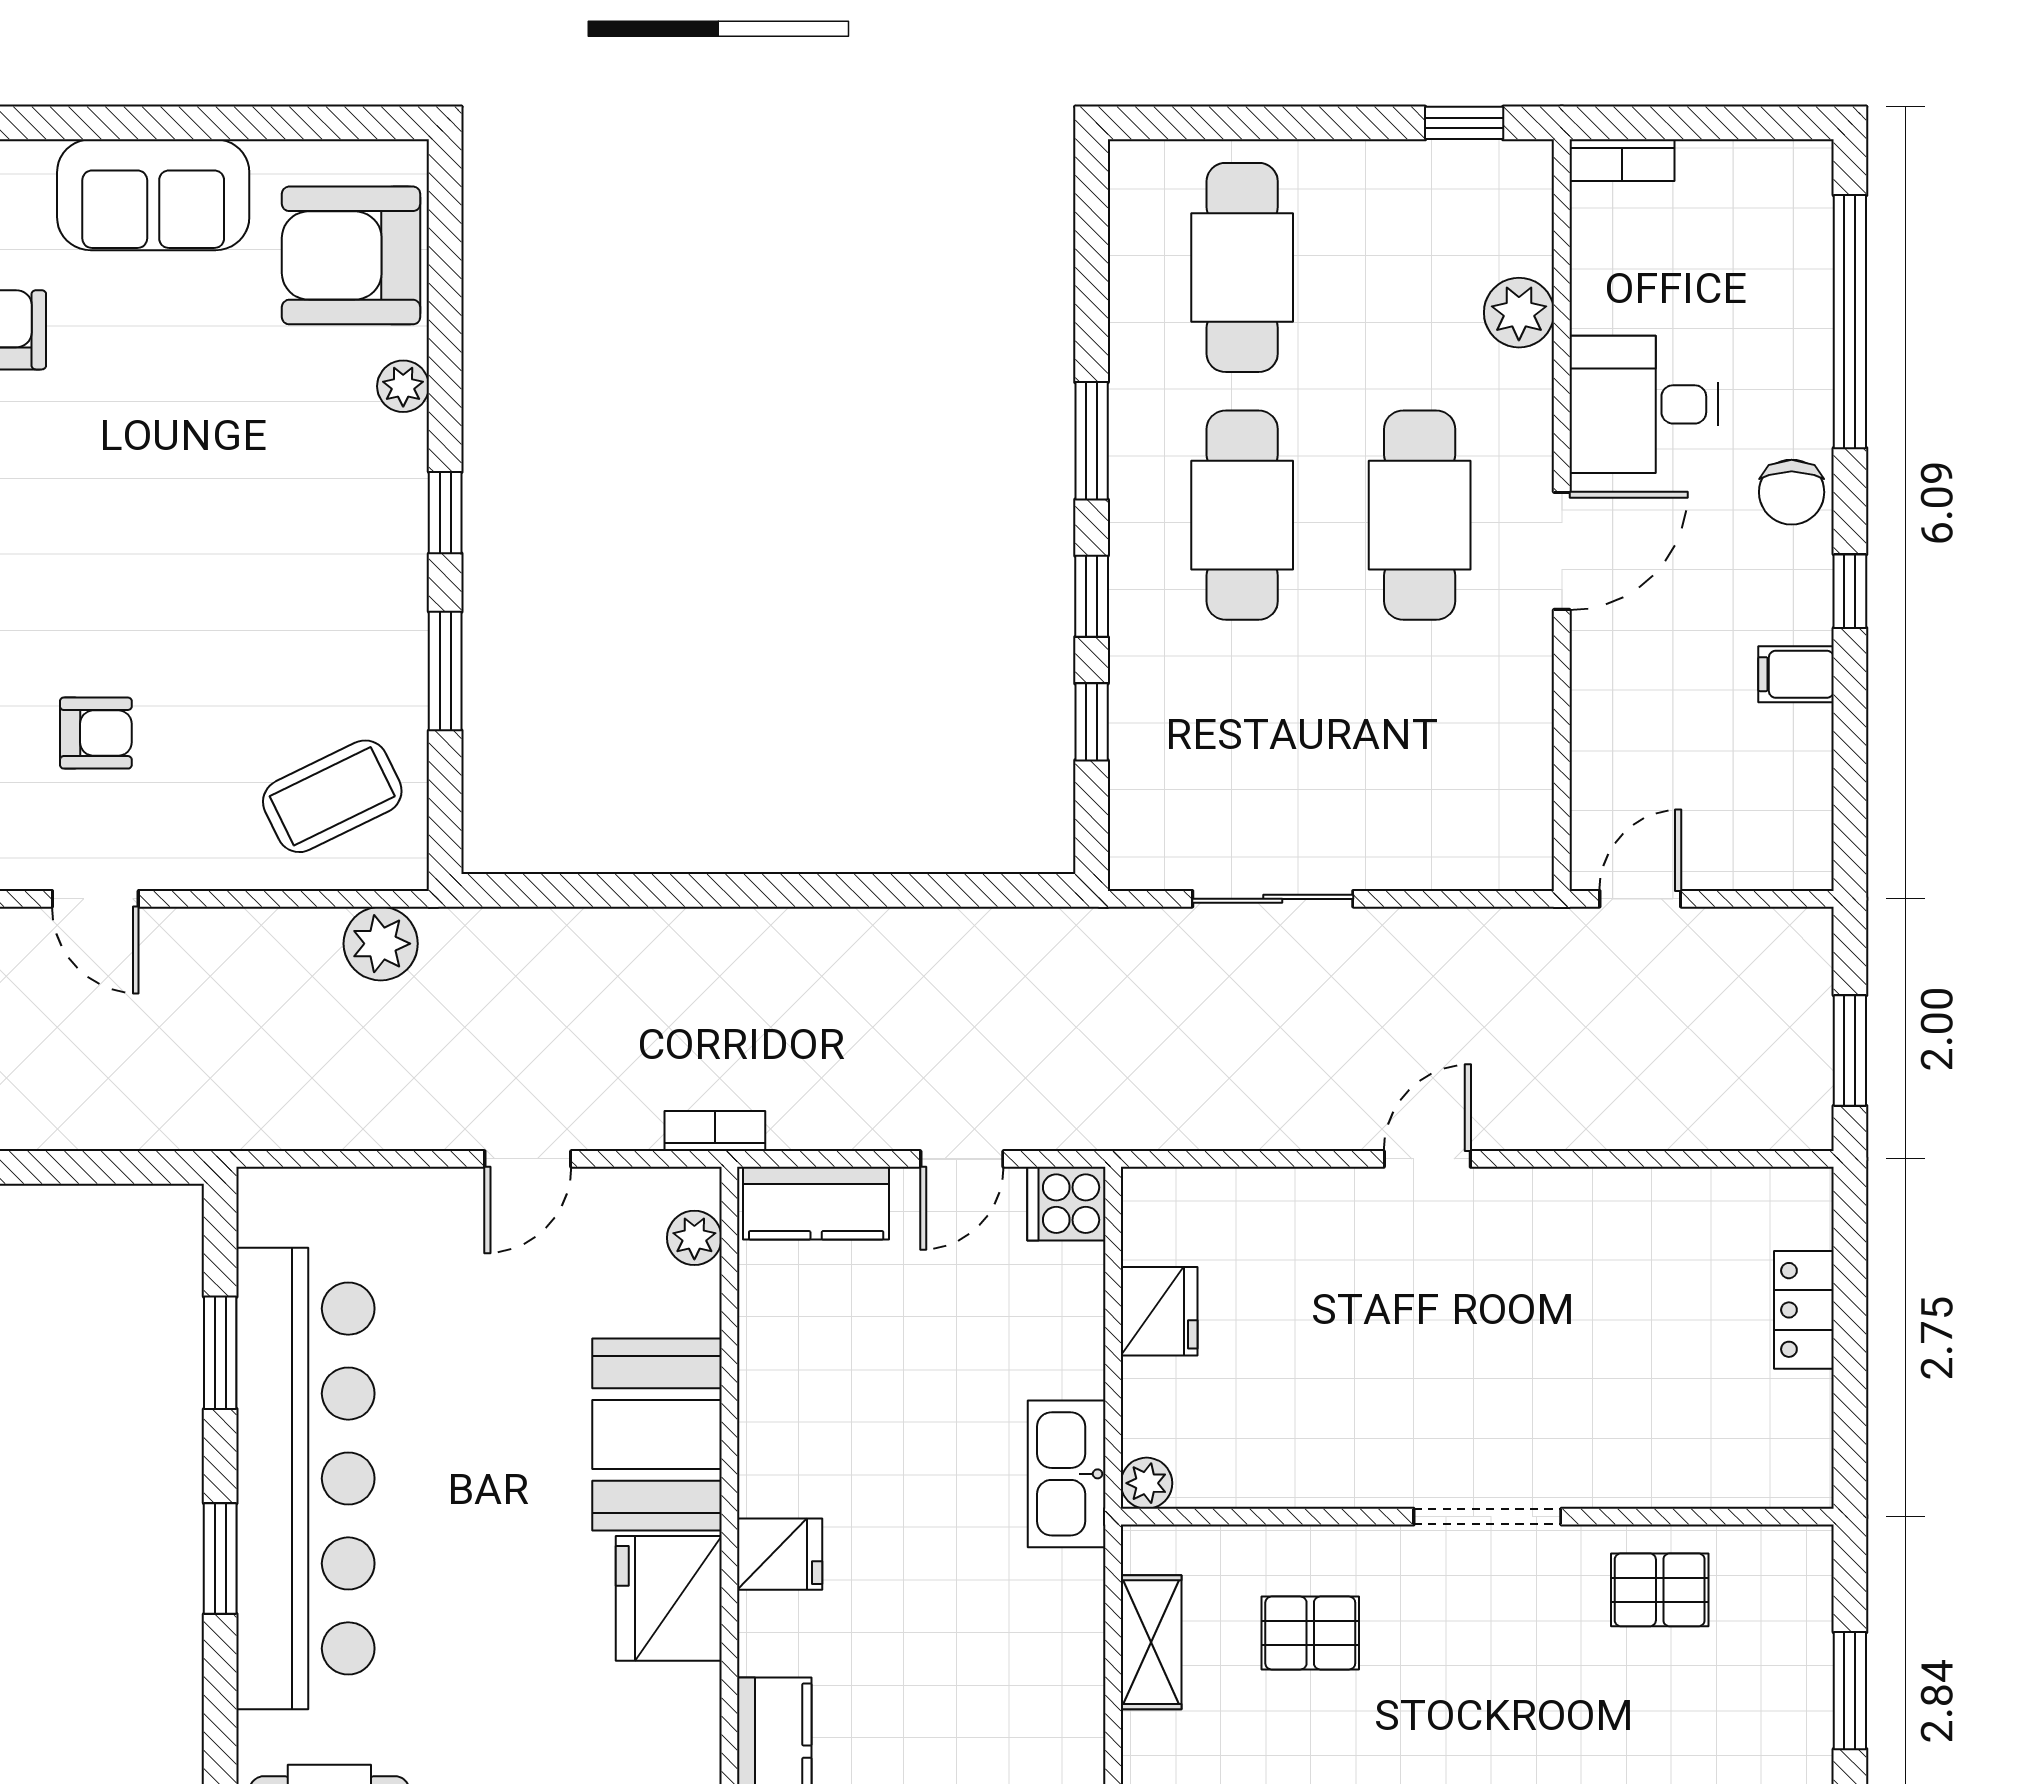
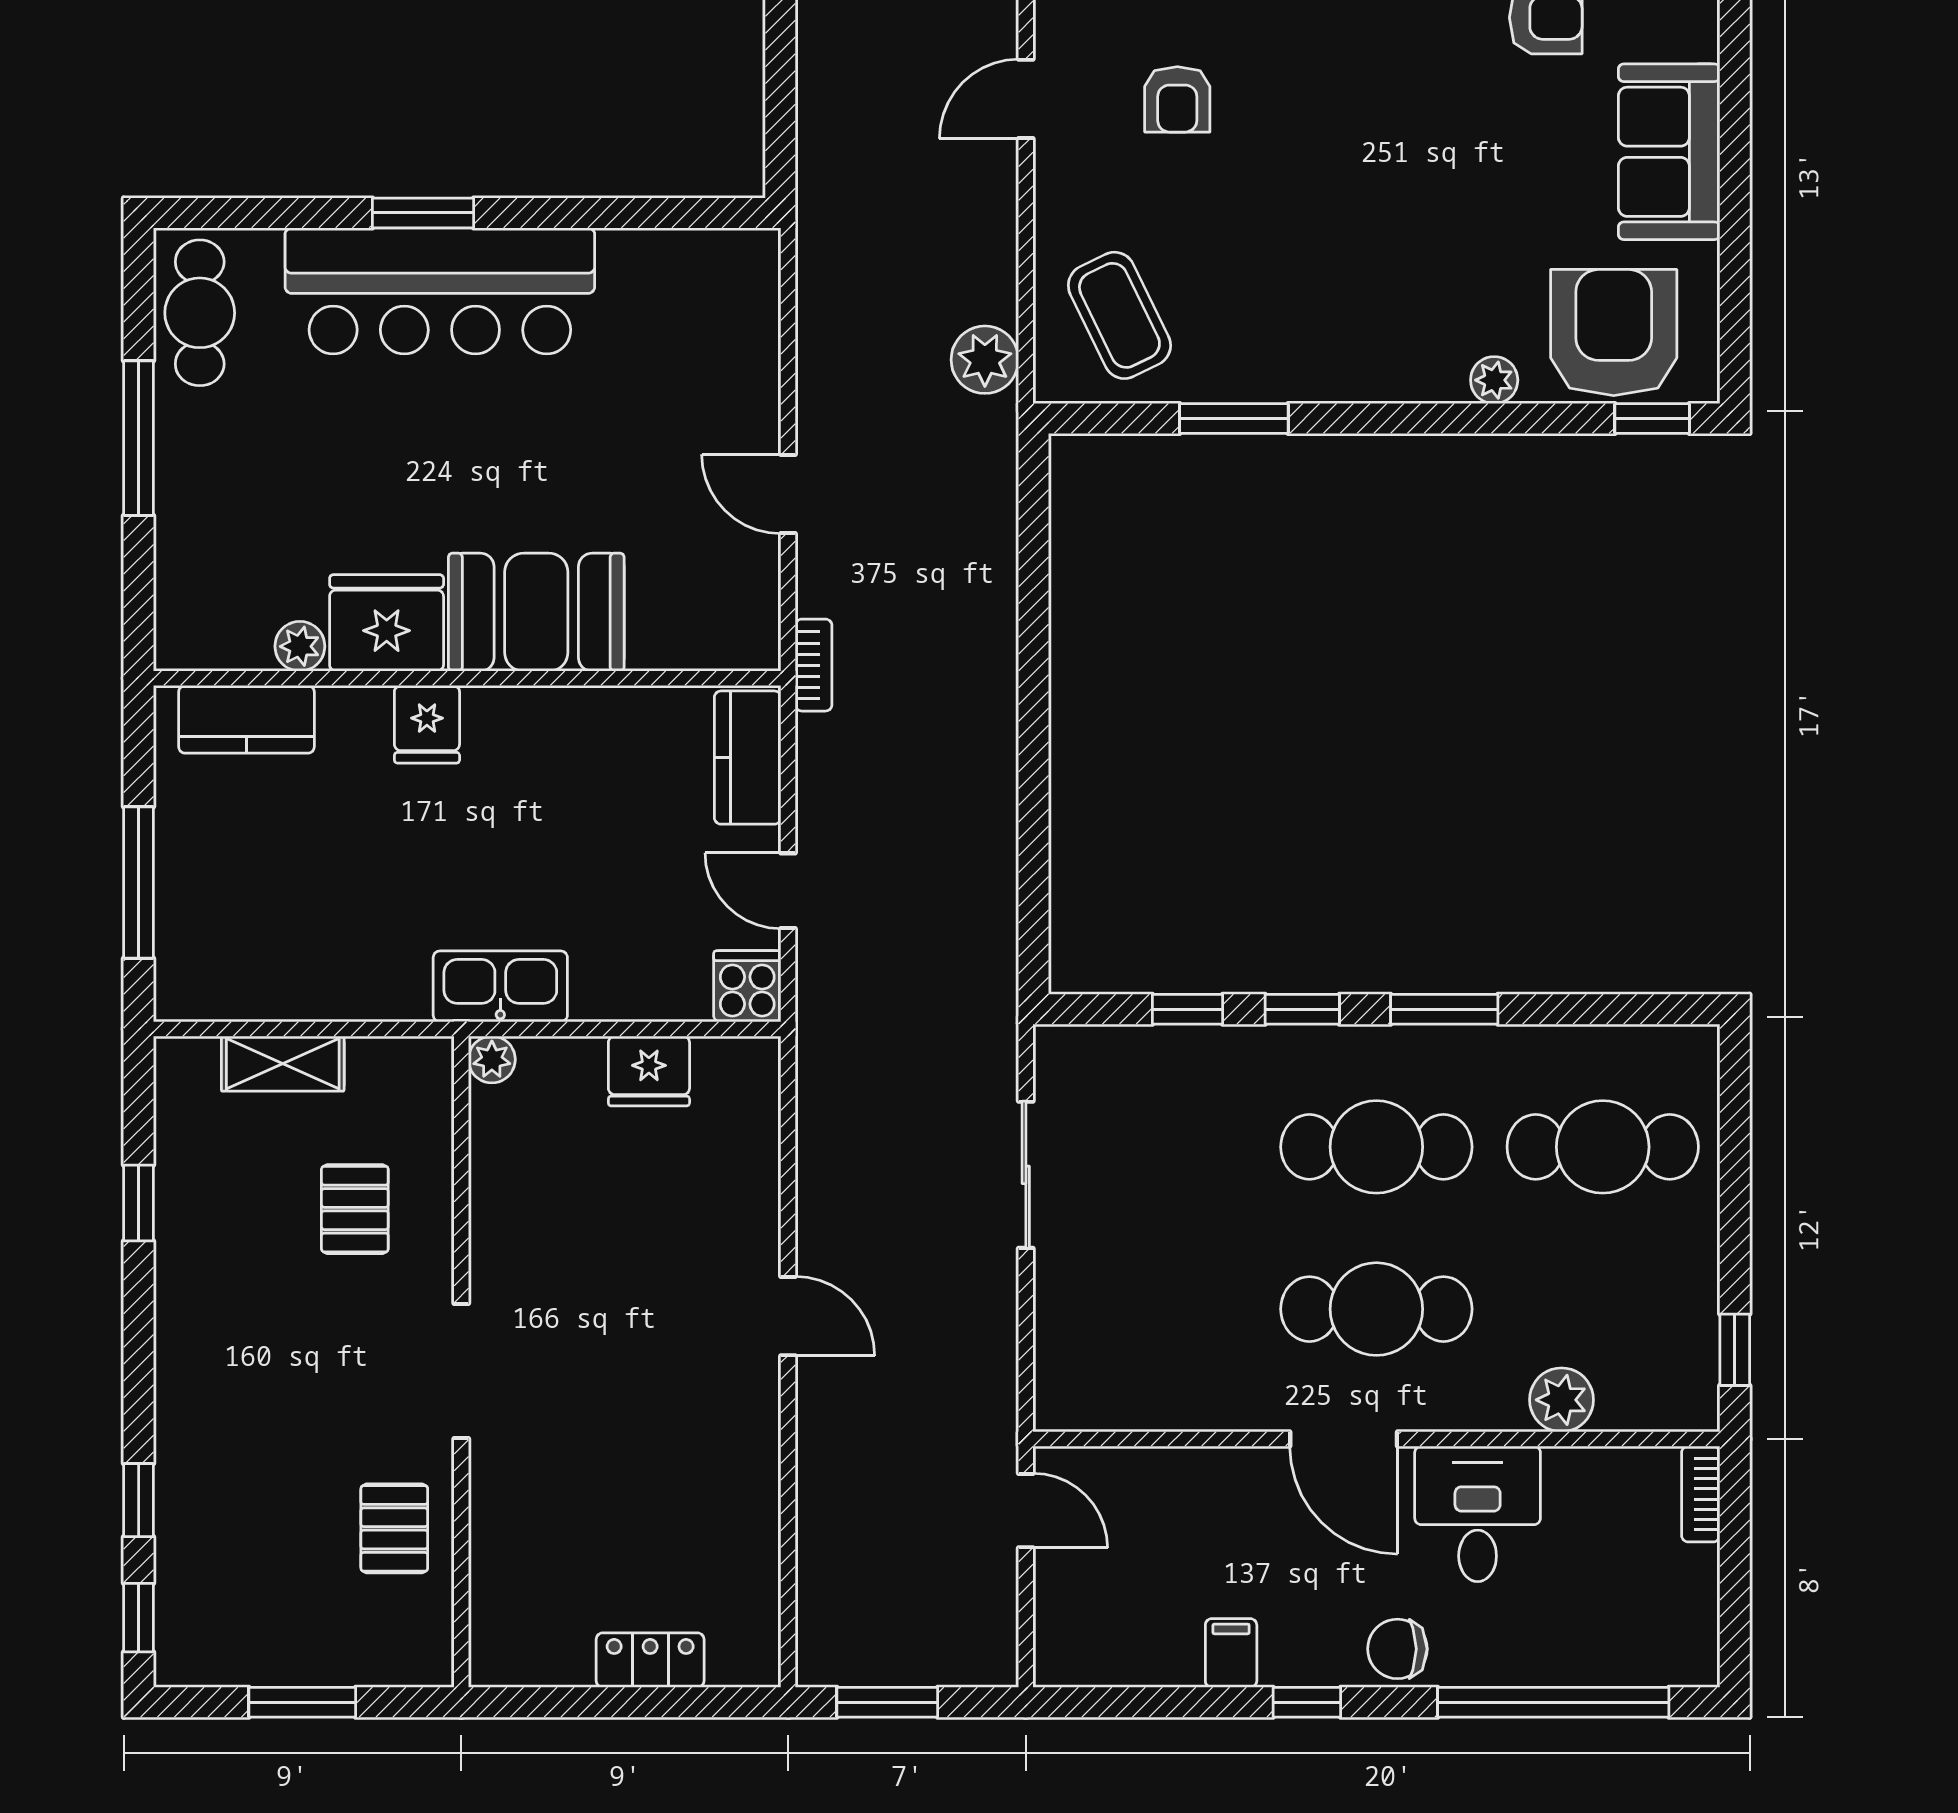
window: (445, 513) -> (1652, 419), moved
plant: (694, 1238) -> (300, 646), moved
window: (220, 1353) -> (611, 213), removed
bar counter: (305, 1478) -> (440, 291), width x0.73
shelving: (1151, 1642) -> (283, 1064), moved

